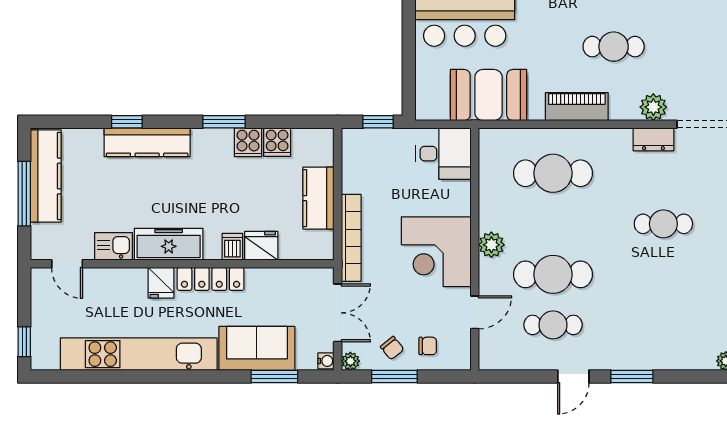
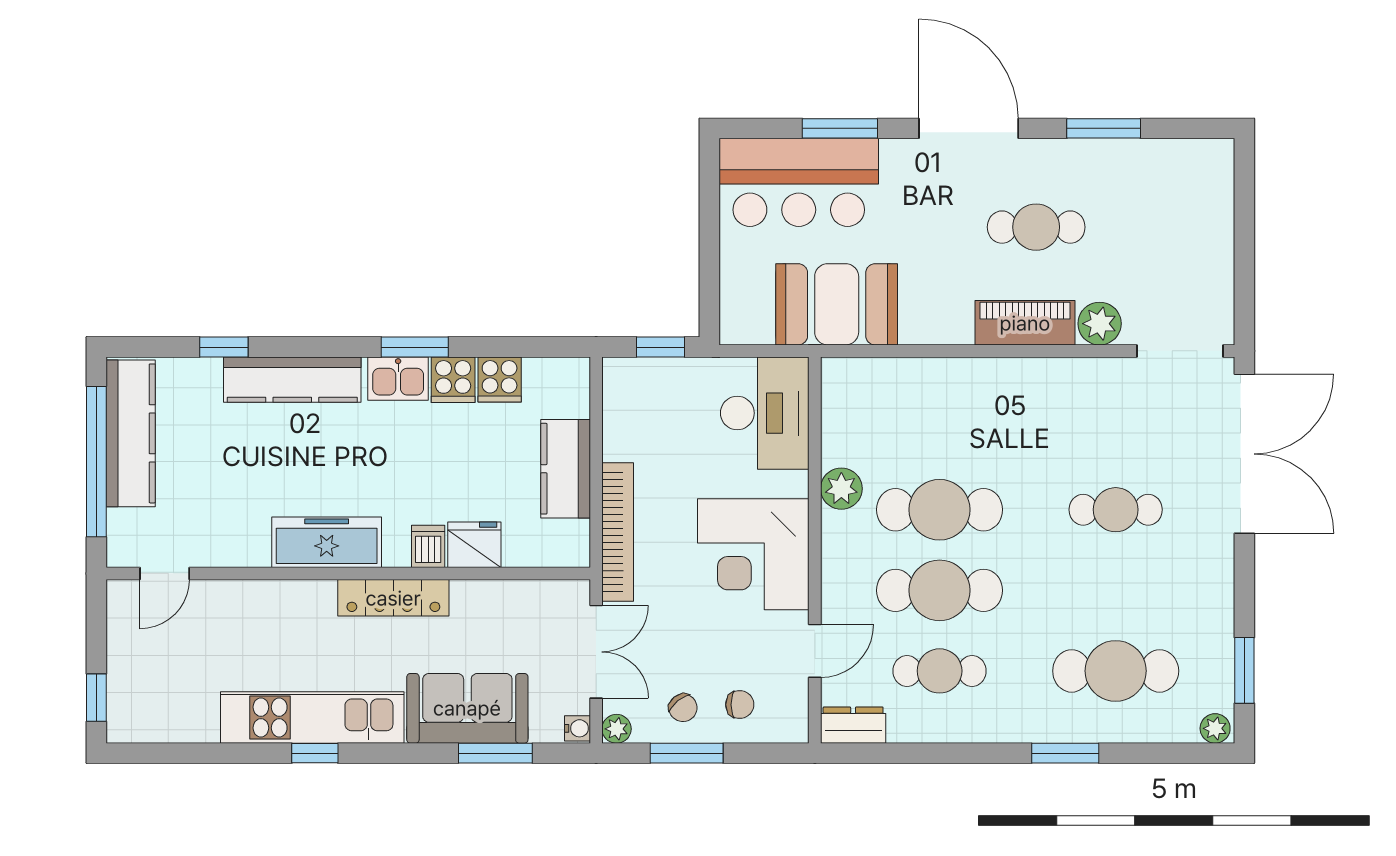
piano: (577, 107) -> (1025, 323), moved
window: (127, 122) -> (224, 347), moved
dresser: (653, 139) -> (853, 725), moved, turned 180
desk: (443, 154) -> (765, 413), width x1.37
cafe table: (553, 173) -> (940, 510), moved
window: (24, 194) -> (96, 462), width x1.46
plant: (491, 245) -> (841, 489), moved
kitchen sink: (114, 246) -> (398, 379), moved, turned 180
door: (67, 264) -> (165, 573), hinge flipped
fridge: (161, 283) -> (314, 604), removed
cafe table: (663, 325) -> (1116, 671), added
kitchen unit: (139, 354) -> (312, 717), width x0.73
window: (161, 376) -> (315, 753), added
door: (573, 376) -> (972, 753), removed

